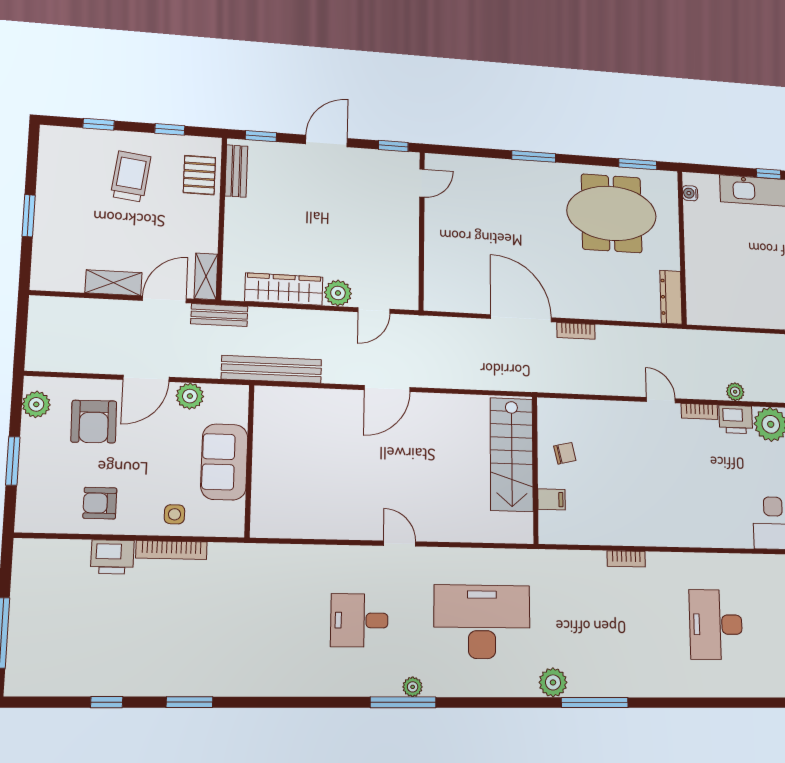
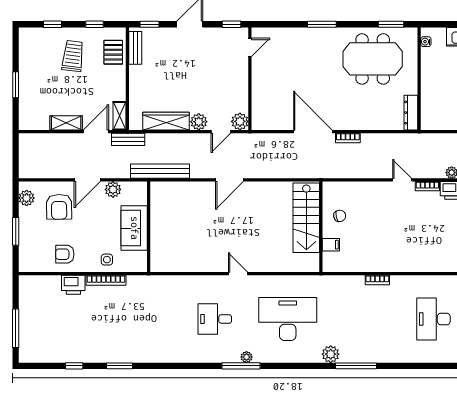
plant: (405, 296) -> (240, 121), added

